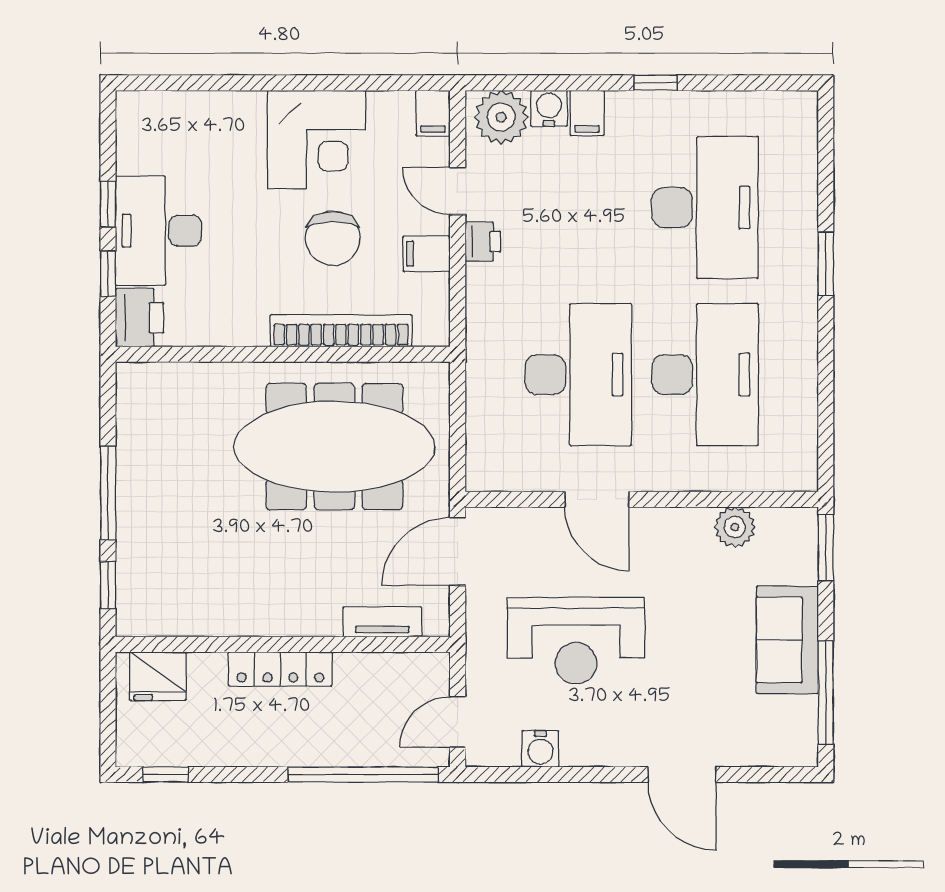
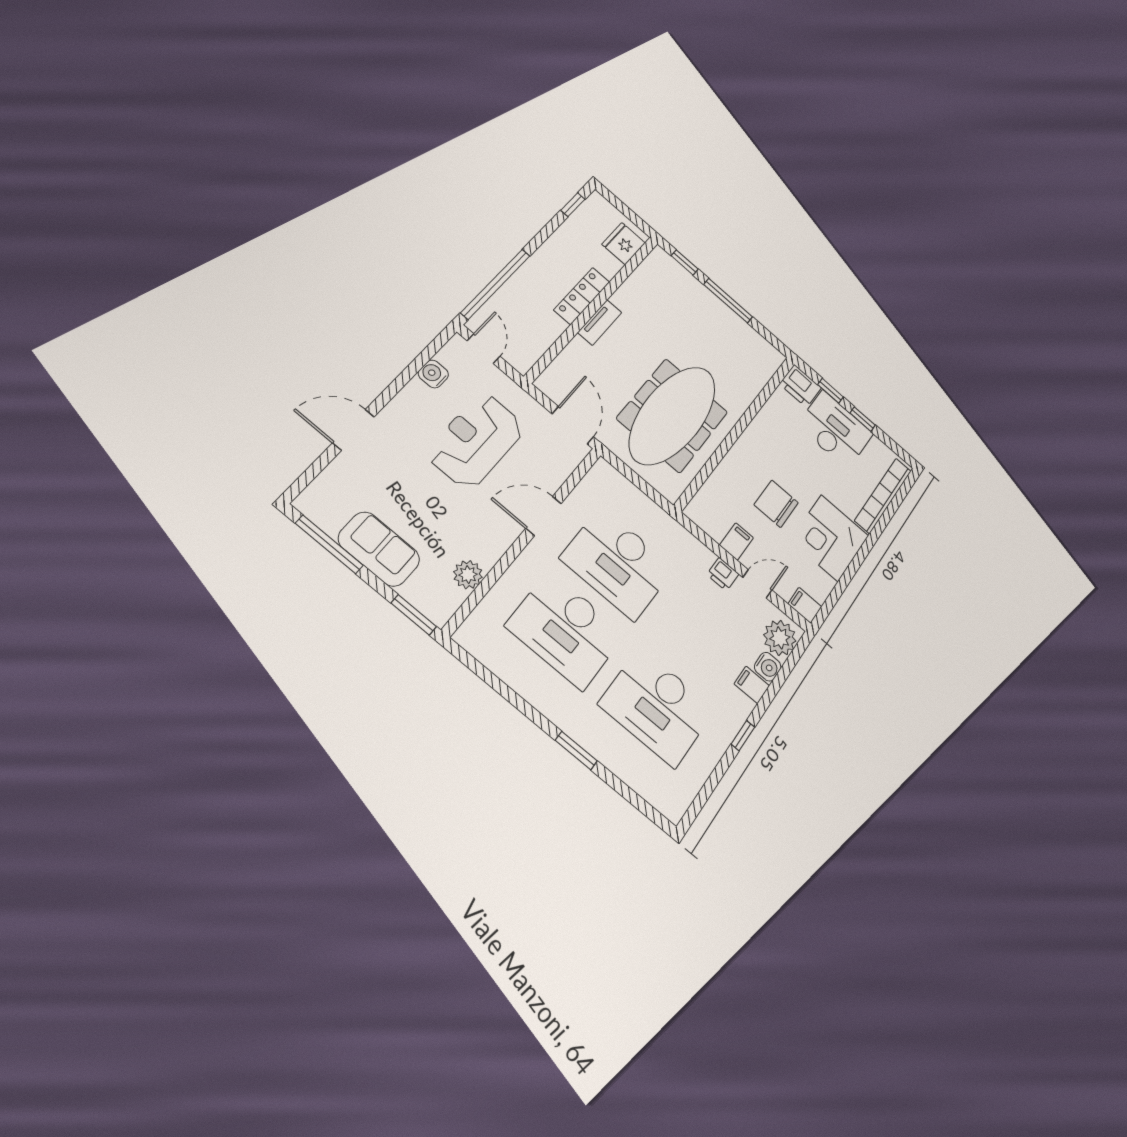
bookcase: (341, 331) -> (883, 496), moved, turned 180
tv unit: (382, 622) -> (600, 323), moved

